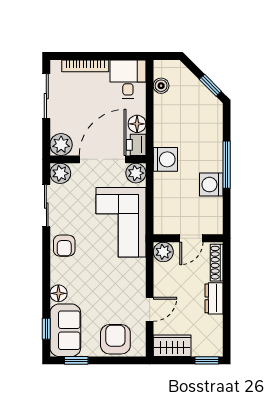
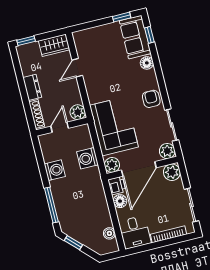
washing machine: (165, 159) -> (87, 158), moved
window: (227, 165) -> (51, 205), moved
armchair: (115, 339) -> (97, 40), removed

